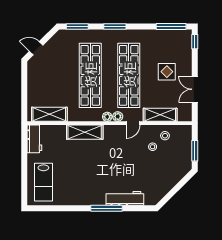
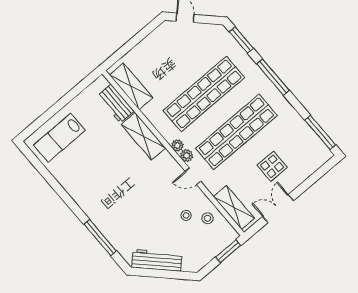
window: (115, 26) -> (273, 77), width x1.44
window: (195, 42) -> (325, 168), removed
shelving: (160, 115) -> (234, 207), moved
workbench: (34, 139) -> (116, 104), moved, turned 90
window: (195, 151) -> (228, 251), moved
workbench: (125, 198) -> (157, 260), moved, turned -45
window: (107, 208) -> (100, 238), moved

